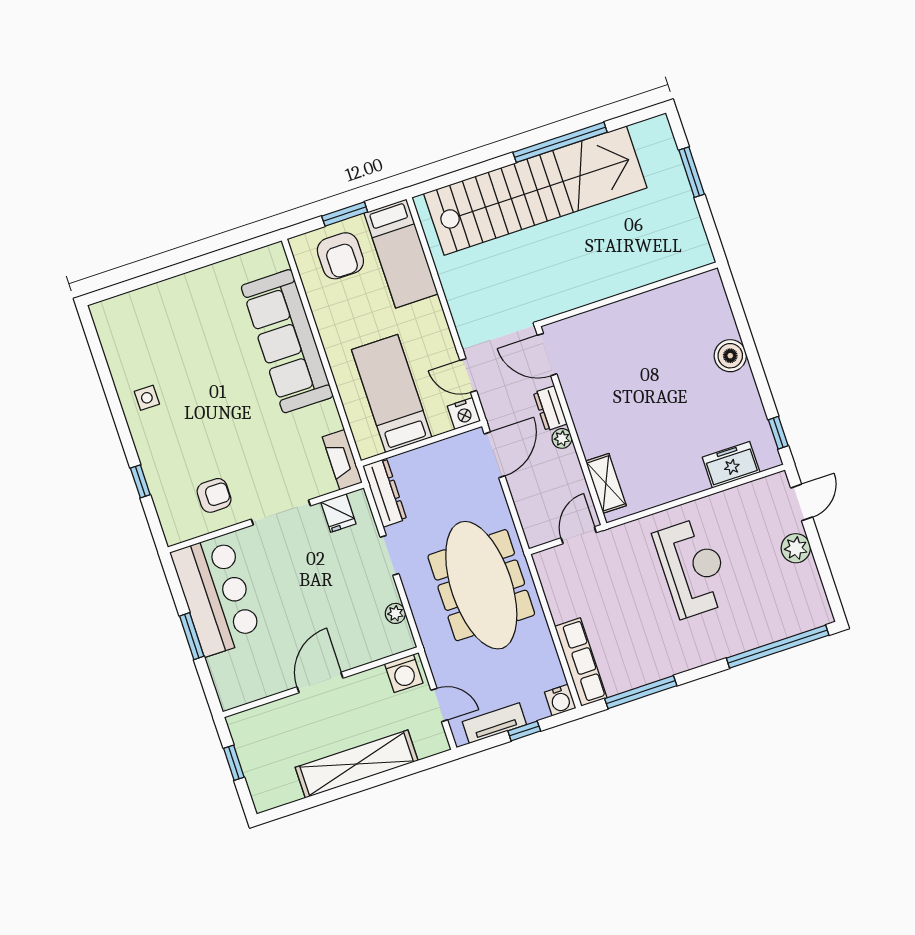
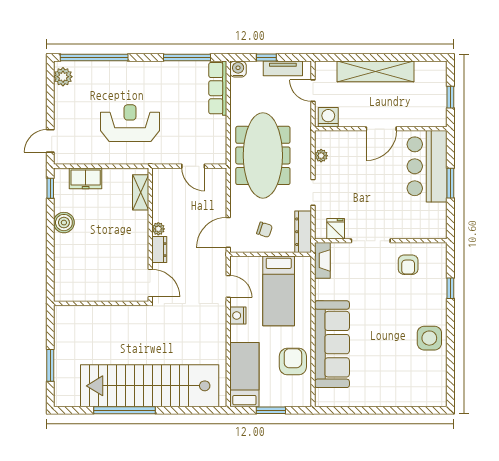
armchair: (340, 256) -> (293, 361), moved
door: (547, 355) -> (150, 283), moved
boiler: (730, 356) -> (64, 223), moved
side table: (147, 398) -> (429, 338), width x1.87, depth x1.87
dresser: (550, 408) -> (159, 250), moved
nightstand: (464, 414) -> (238, 316), moved, turned -90
wall: (571, 426) -> (150, 235), moved
plant: (562, 438) -> (158, 229), moved
chair: (442, 477) -> (265, 230), added
shelving: (606, 483) -> (141, 192), moved
armchair: (214, 495) -> (408, 265), turned -90
door: (579, 535) -> (193, 166), hinge flipped
plant: (796, 548) -> (63, 77), moved
reception desk: (693, 568) -> (130, 123), turned 90
bar counter: (216, 595) -> (427, 166), moved

